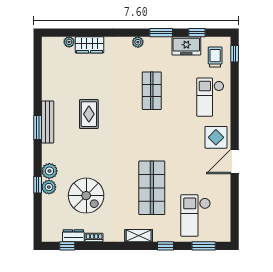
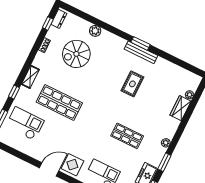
rug: (89, 114) -> (132, 84), turned 90
door: (235, 162) -> (49, 169), hinge flipped
plant: (49, 171) -> (106, 37), removed
window: (38, 185) -> (101, 24), removed
dresser: (73, 236) -> (59, 19), moved

